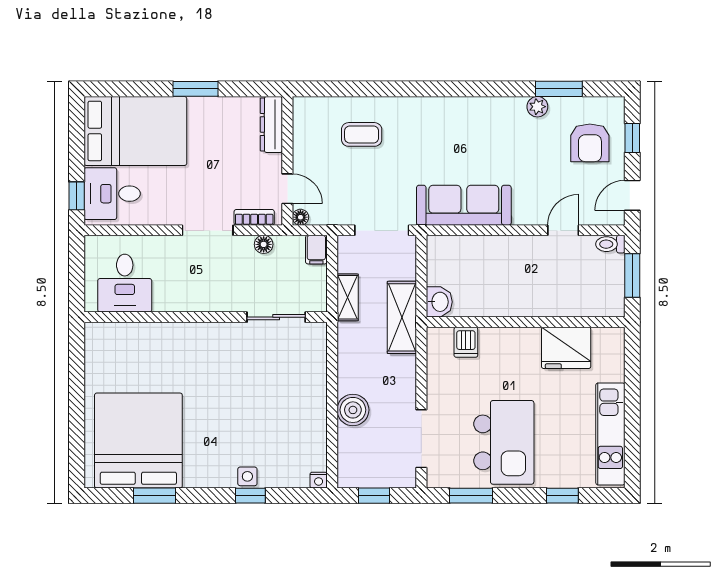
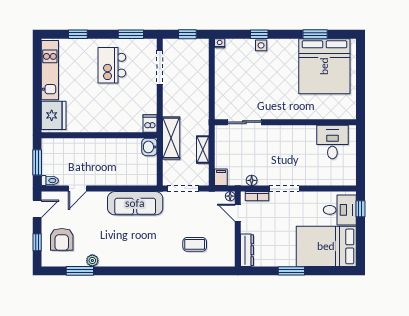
armchair: (590, 143) -> (62, 239), turned 180
desk: (125, 283) -> (332, 142), moved
wall: (206, 317) -> (285, 122), moved
sliding door: (276, 317) -> (244, 122), moved
dishwasher: (466, 342) -> (150, 123), moved
fridge: (566, 348) -> (54, 115), moved, turned 90
boiler: (353, 410) -> (200, 84), removed
kitchen island: (504, 442) -> (112, 65), width x0.73, depth x0.78

